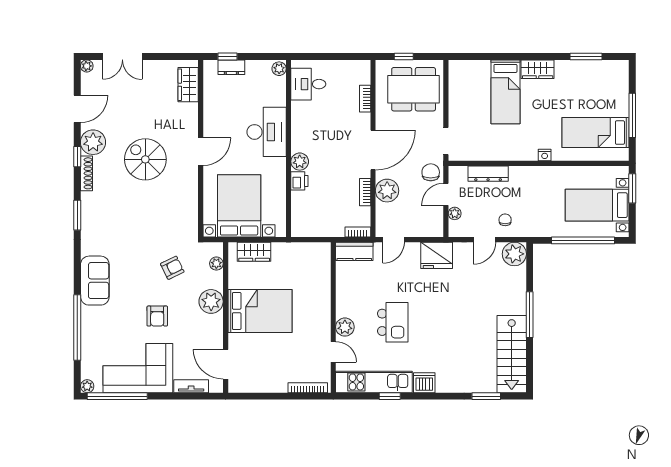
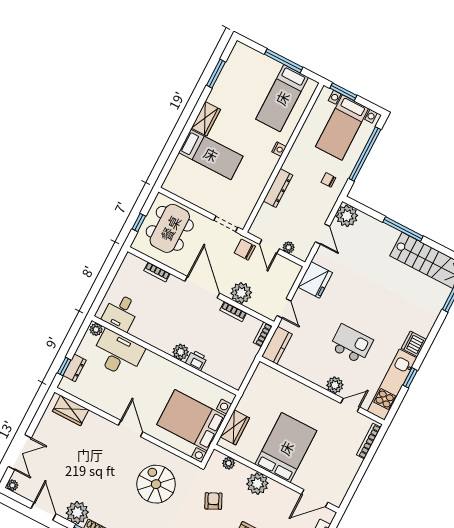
desk: (267, 132) -> (118, 354), moved
spiral stairs: (145, 159) -> (156, 484), moved, turned 90
dresser: (488, 174) -> (278, 188), moved
chair: (505, 220) -> (328, 180), moved

